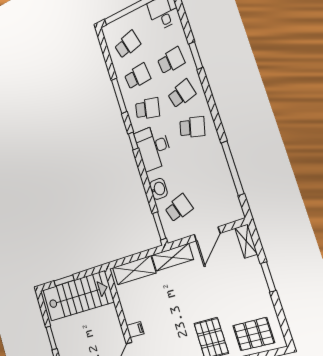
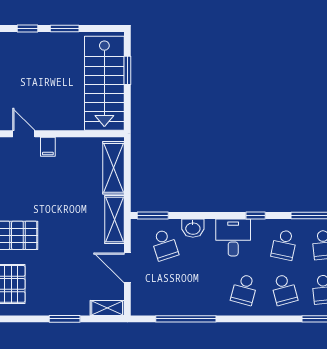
desk: (153, 147) -> (233, 237), width x0.73

